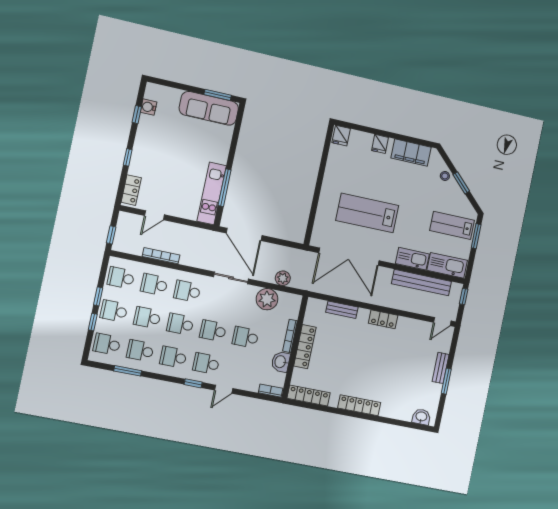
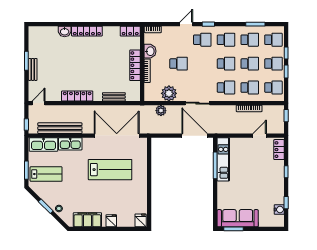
locker: (383, 319) -> (77, 96), width x1.53
school desk: (213, 331) -> (202, 64), removed
locker: (309, 396) -> (130, 31), width x0.66
washbasin: (421, 417) -> (65, 31), moved

